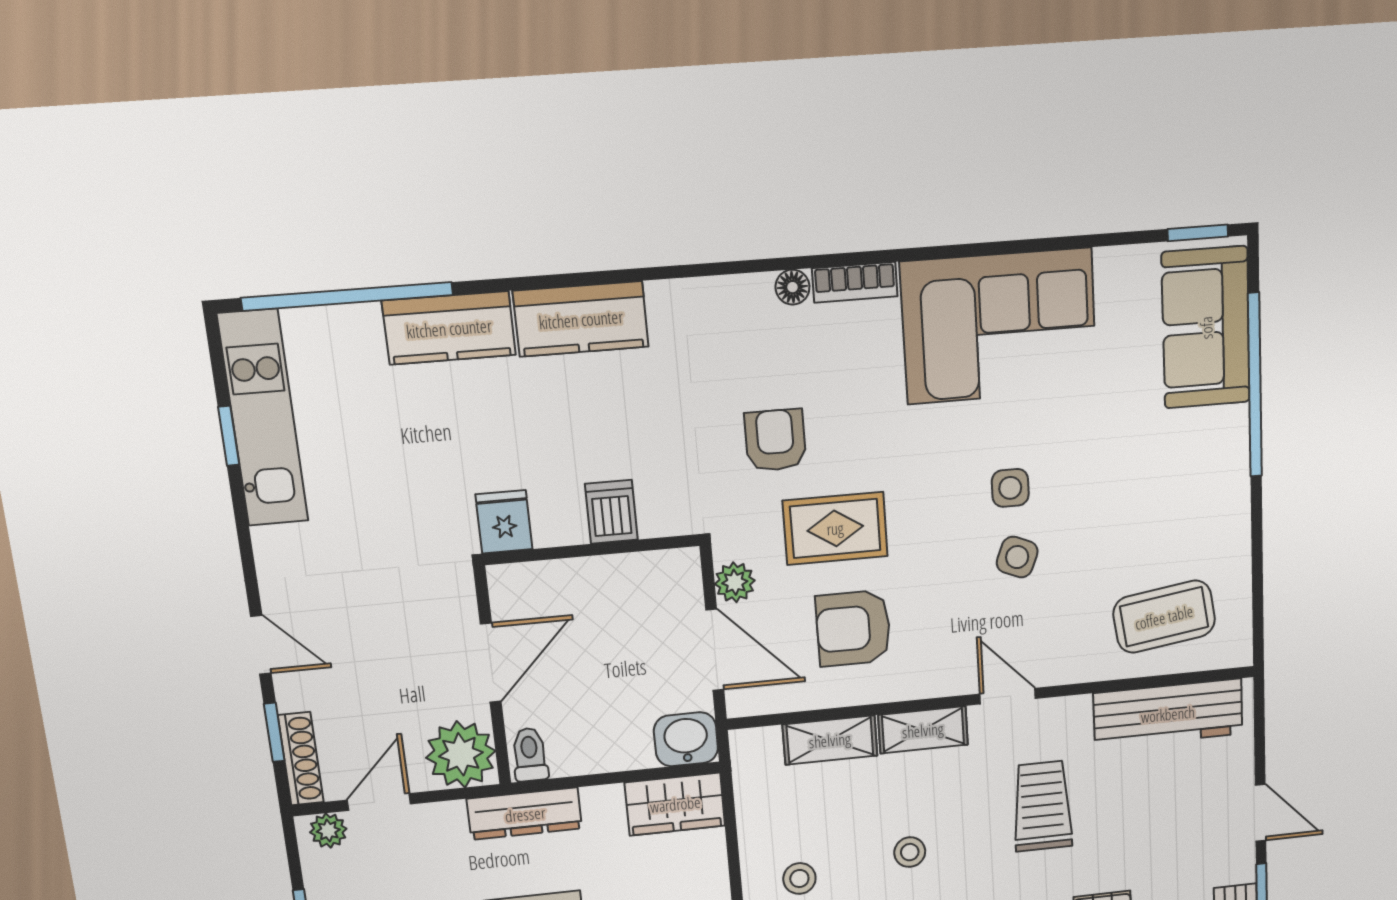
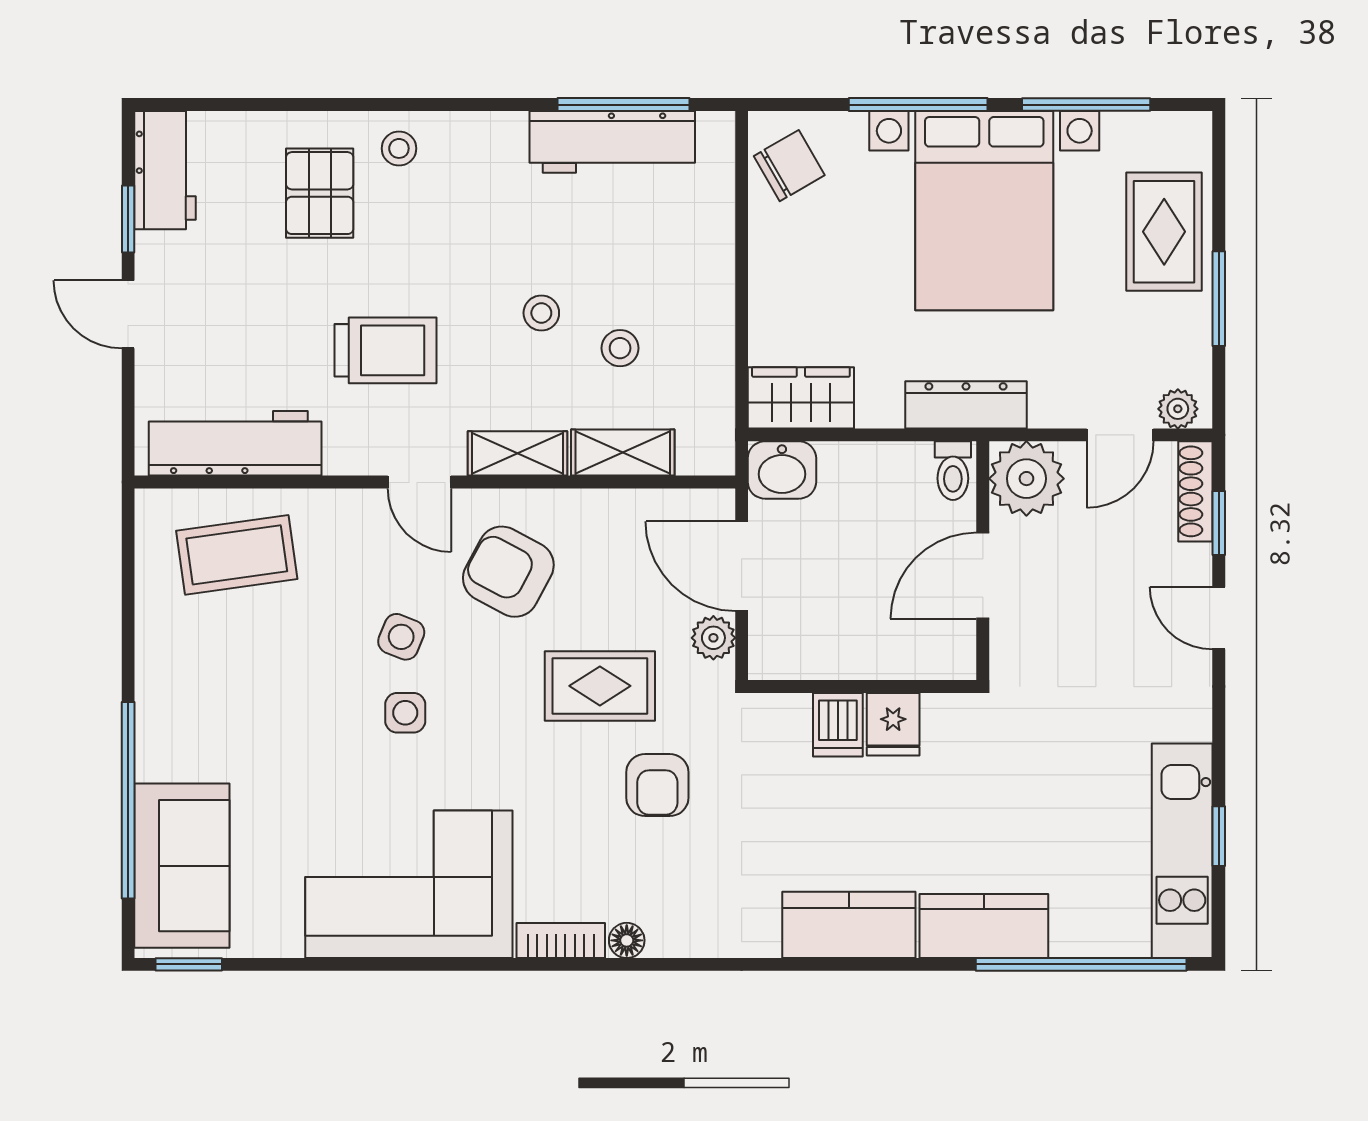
fridge: (504, 522) -> (893, 724), moved
armchair: (853, 628) -> (508, 572), moved, turned -152
trolley: (1042, 806) -> (385, 350), turned -90
stool: (799, 878) -> (620, 348), moved

